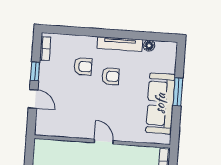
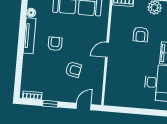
armchair: (83, 66) -> (73, 70), moved, turned 101
door: (33, 99) -> (84, 106), moved

